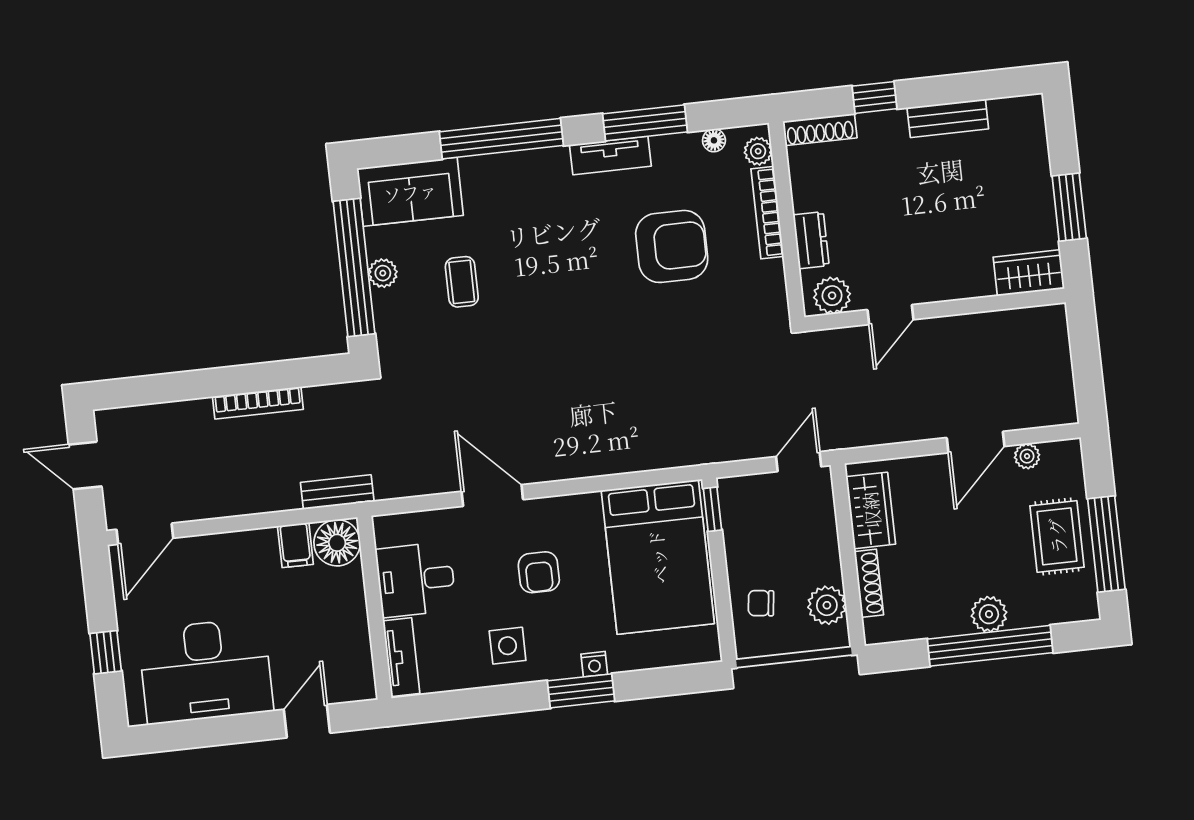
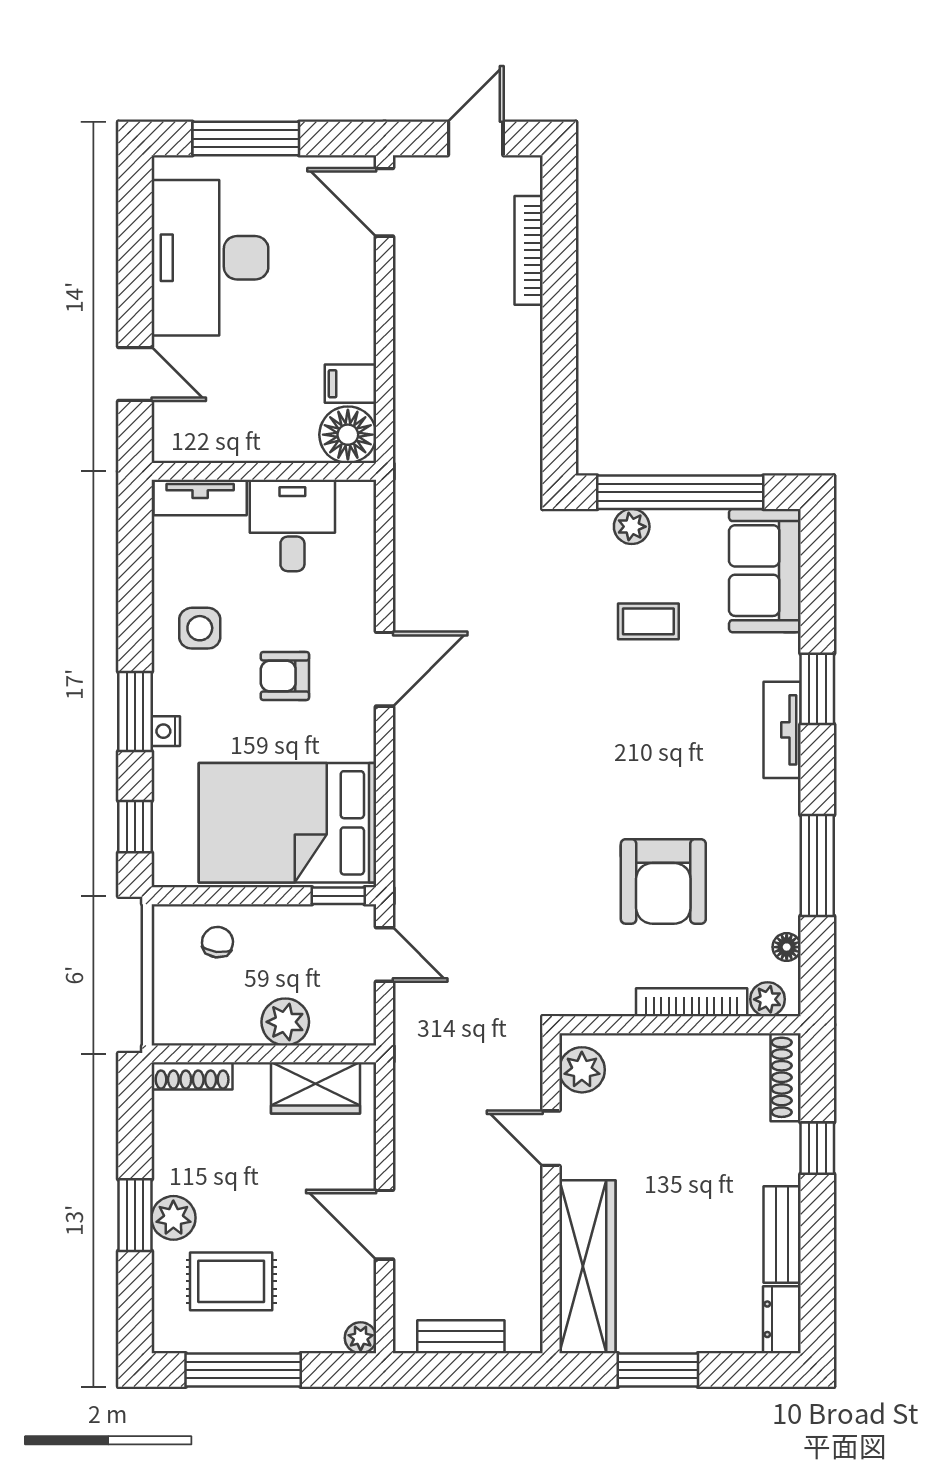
window: (501, 139) -> (817, 689), width x0.47
tv unit: (610, 155) -> (782, 730), moved
dresser: (811, 240) -> (782, 1319), moved, turned 90
plant: (383, 273) -> (632, 527), moved
wardrobe: (1029, 273) -> (587, 1267), width x2.10, depth x1.17
bookcase: (258, 403) -> (529, 250), moved
plant: (1027, 456) -> (361, 1338), moved
door: (799, 462) -> (385, 954), moved
bench: (337, 492) -> (461, 1337), moved, turned 90
door: (492, 495) -> (385, 669), moved
rug: (1057, 536) -> (231, 1281), moved
shoe rack: (869, 583) -> (192, 1076), moved
plant: (827, 605) -> (285, 1022), moved
window: (990, 646) -> (135, 1215), width x0.47
window: (106, 652) -> (246, 139), width x2.17
window: (675, 681) -> (135, 827), added

